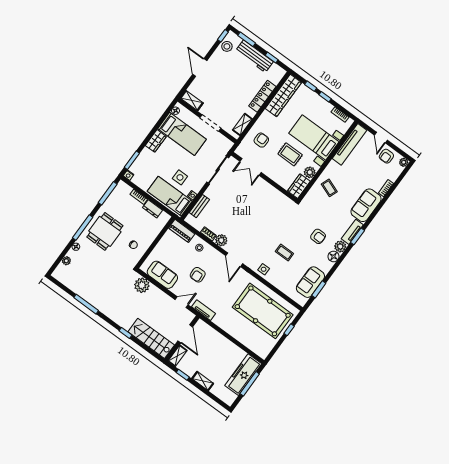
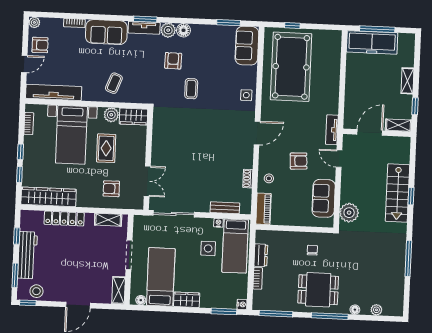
plant: (221, 240) -> (245, 160), removed
coffee table: (284, 253) -> (191, 89), moved
sofa: (310, 282) -> (247, 46), moved, turned 90
stairs: (151, 338) -> (398, 193), moved

